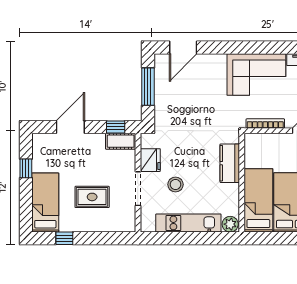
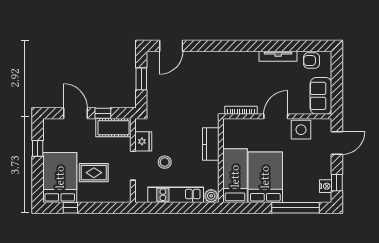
corner sofa: (256, 75) -> (233, 69), removed
window: (148, 87) -> (141, 79), width x0.69
door: (70, 127) -> (75, 113), hinge flipped
window: (116, 127) -> (103, 113), moved
cot: (121, 141) -> (113, 128), width x1.37, depth x1.34
bed: (45, 203) -> (60, 177), width x1.50

